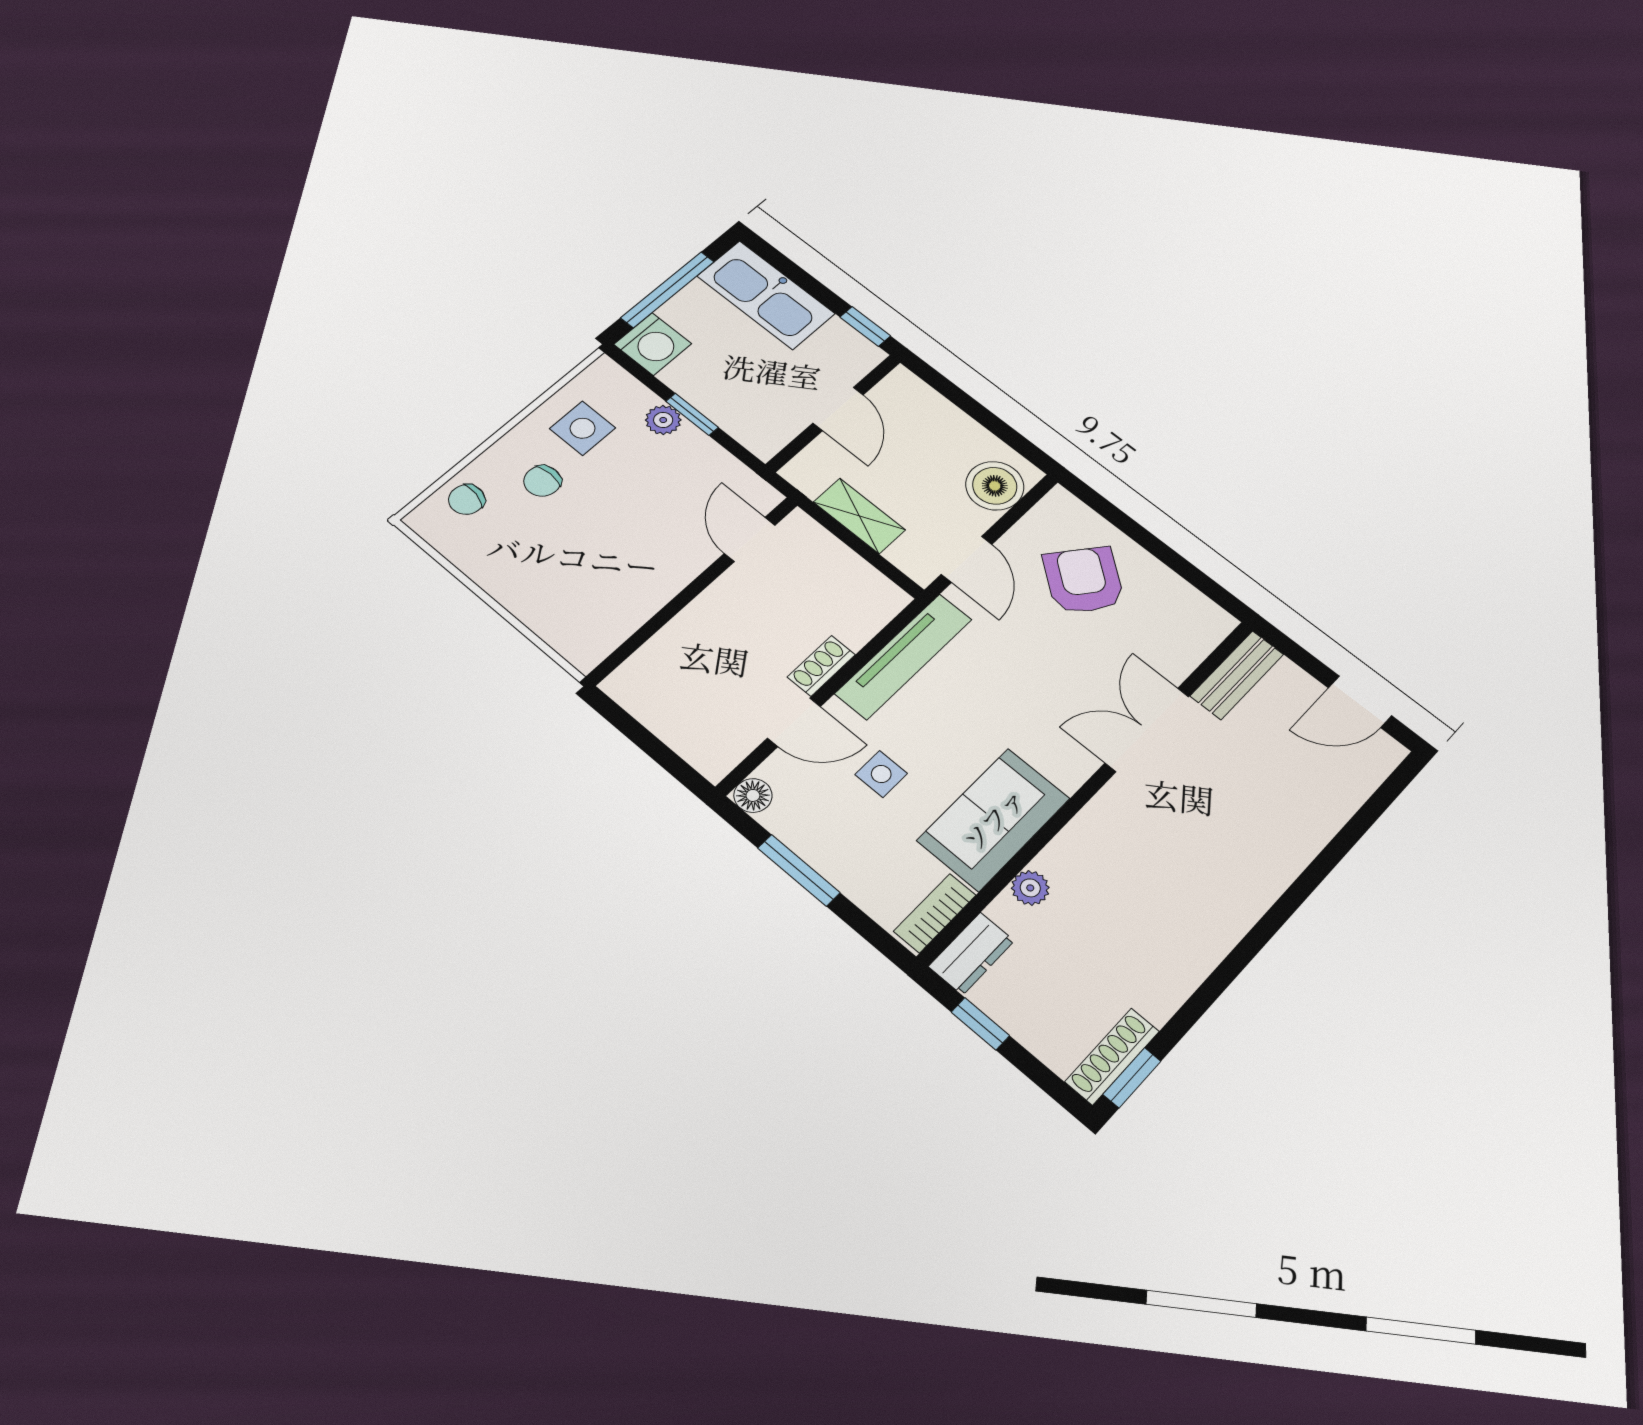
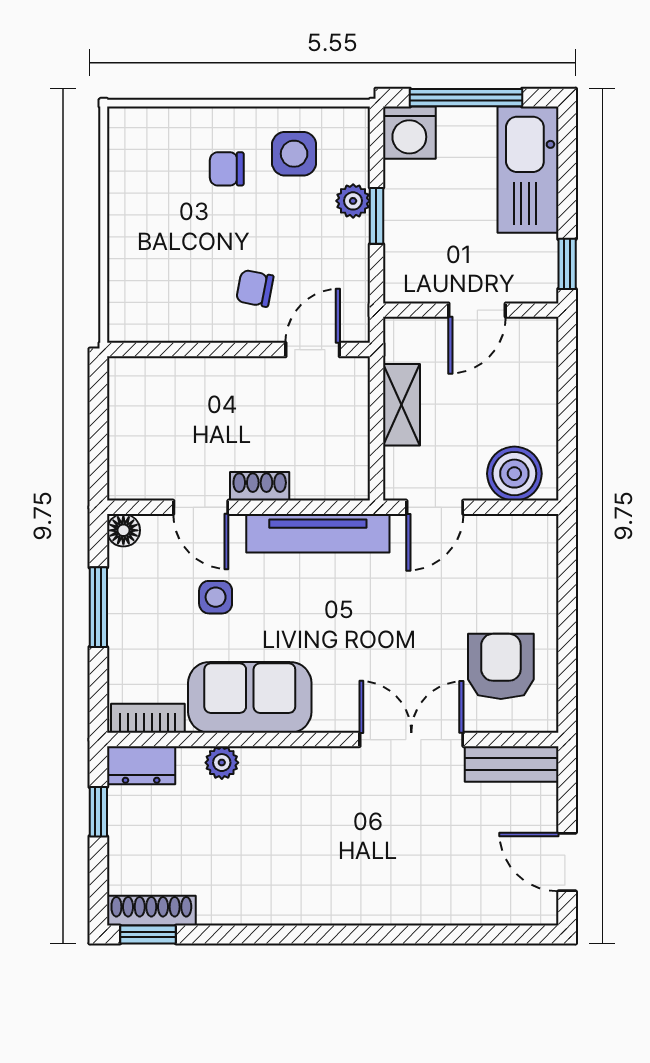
chair: (467, 499) -> (255, 288), moved
armchair: (1083, 580) -> (501, 666), moved, turned -38

